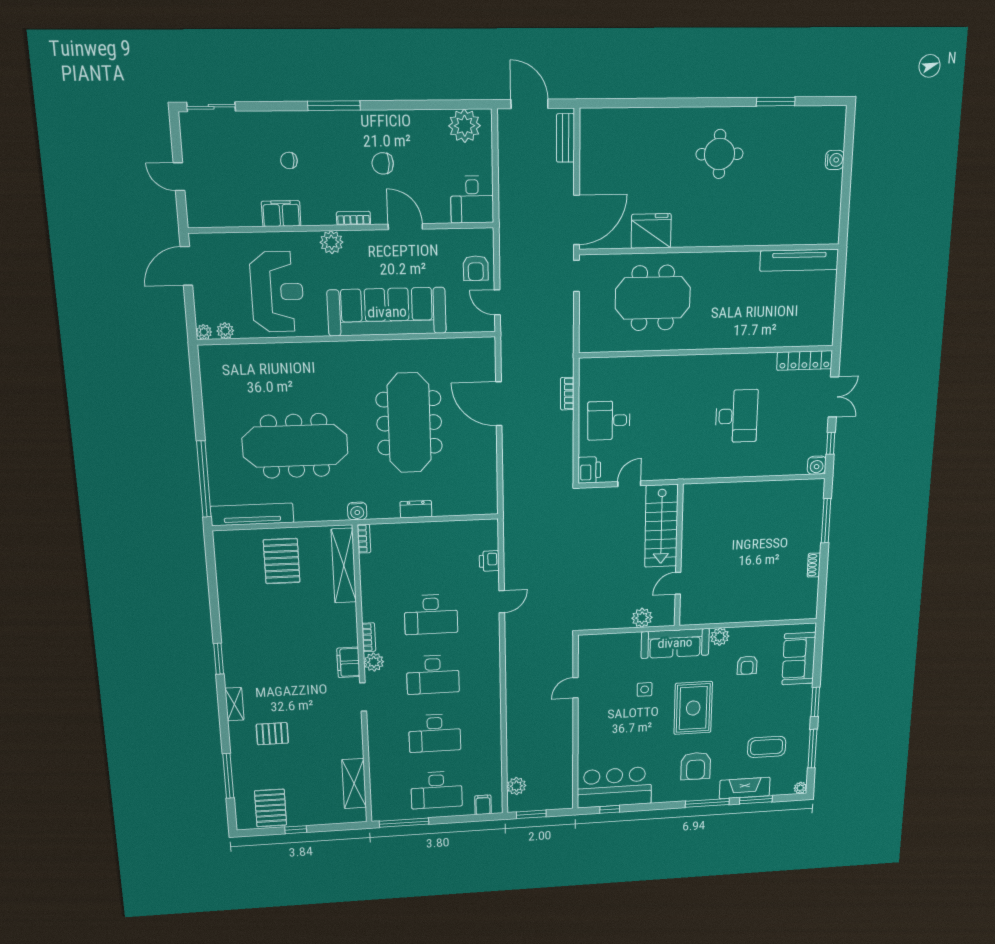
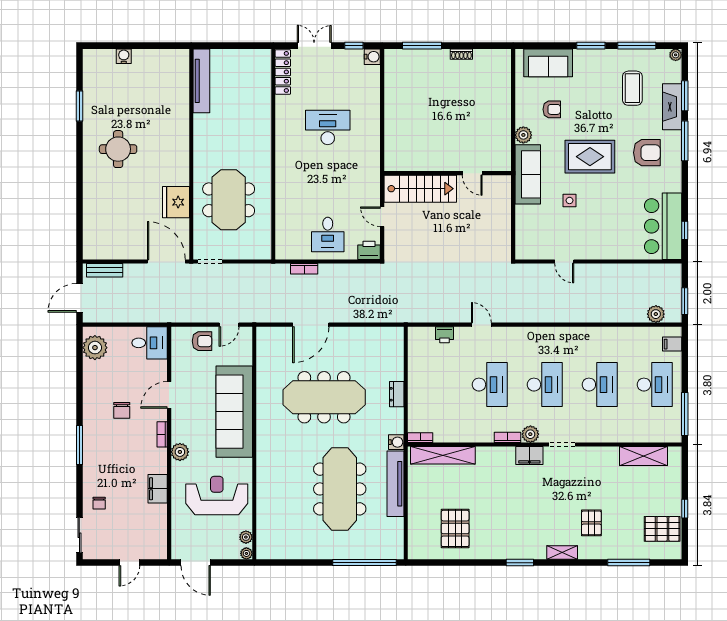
chair: (289, 160) -> (99, 503), moved
tv unit: (252, 514) -> (396, 484), moved
pallet: (282, 561) -> (455, 528), moved, turned 90
plant: (642, 618) -> (502, 204), removed

